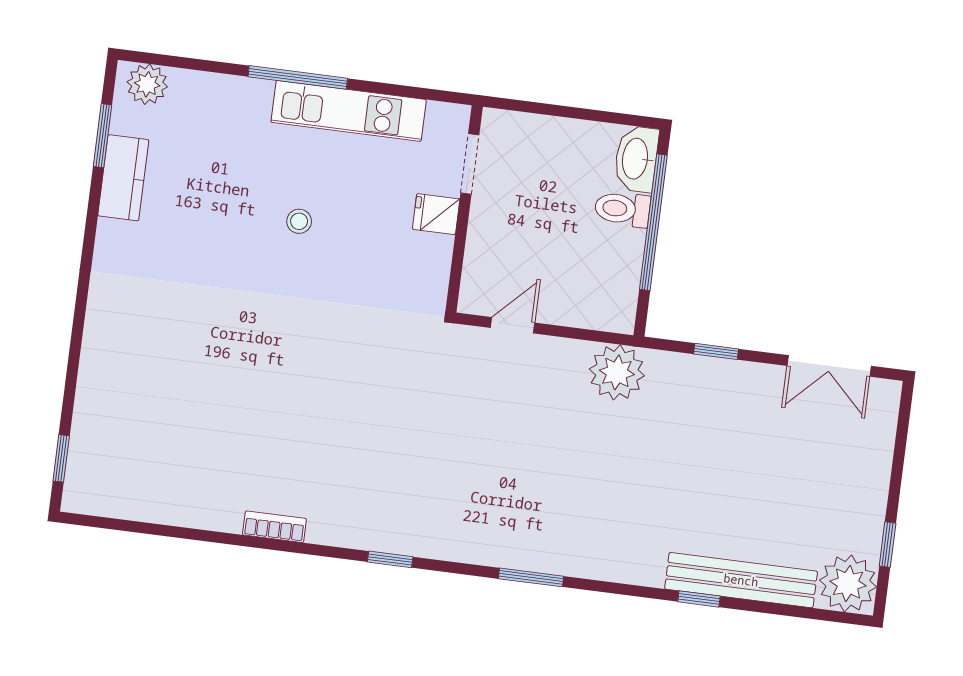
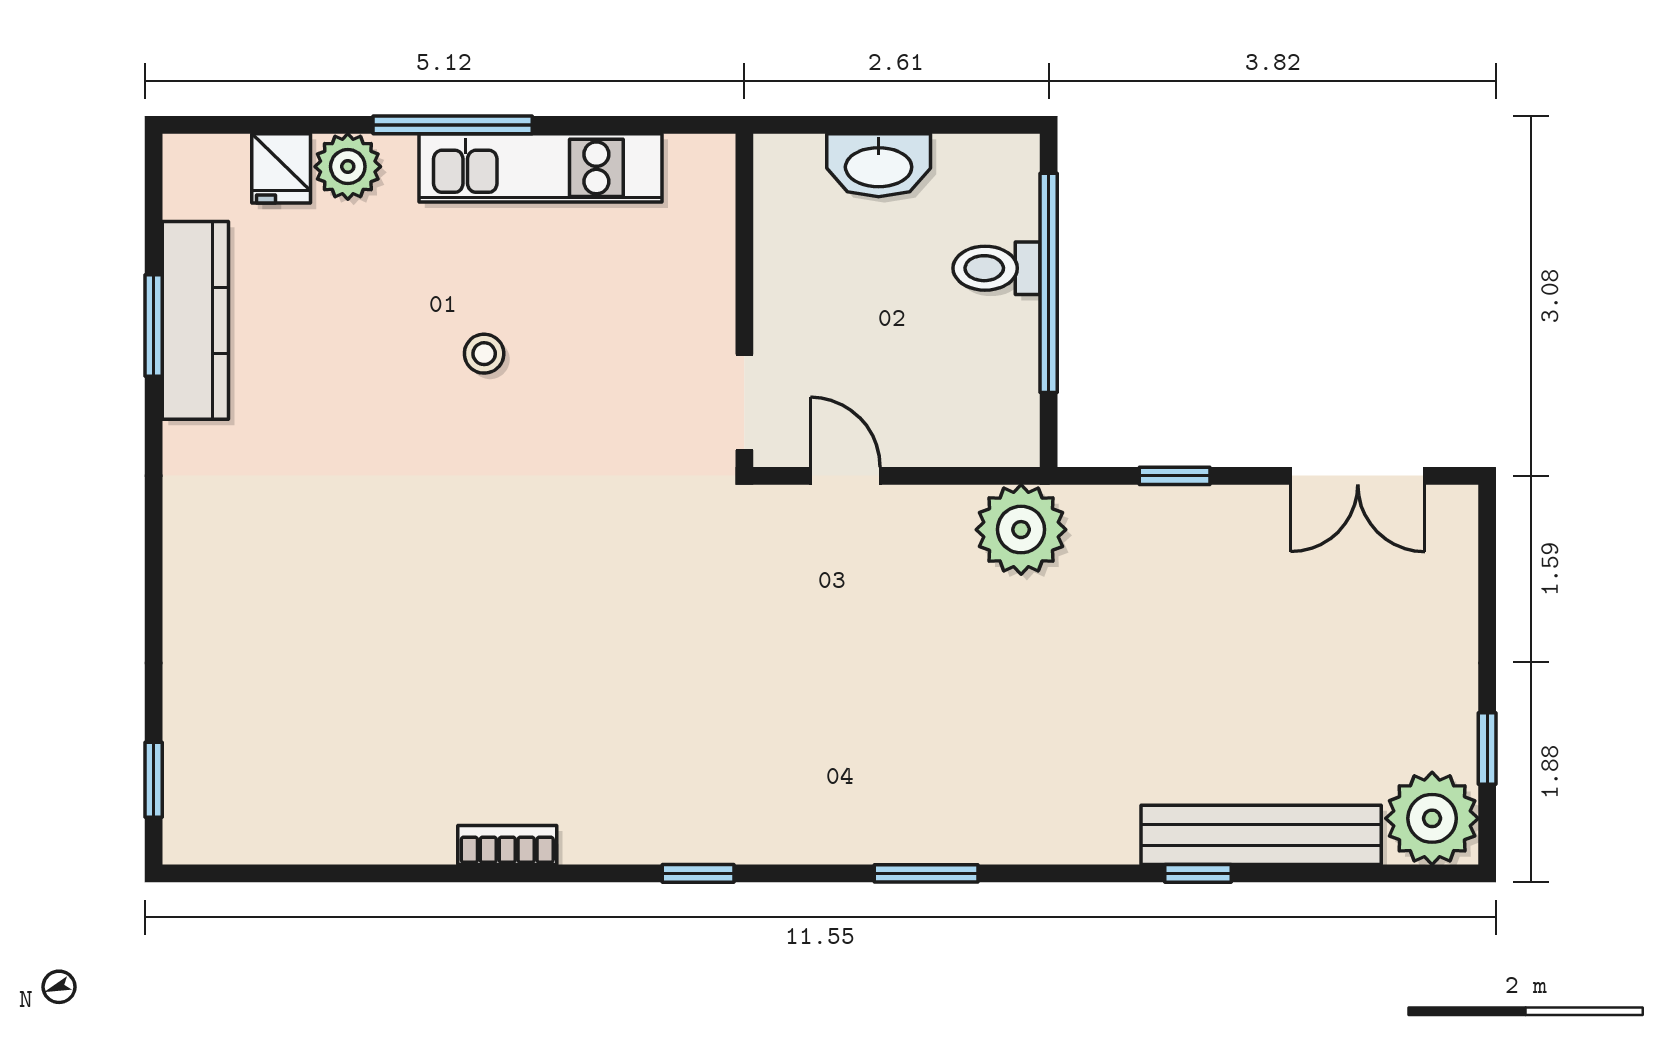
plant: (147, 84) -> (348, 167), moved
window: (103, 136) -> (154, 325), moved
washbasin: (636, 159) -> (879, 165), moved, turned -90
doorway: (470, 164) -> (744, 402), moved
kitchen counter: (123, 178) -> (195, 320), width x1.50
fridge: (436, 214) -> (281, 168), moved, turned -90
door: (513, 325) -> (845, 476), hinge flipped

